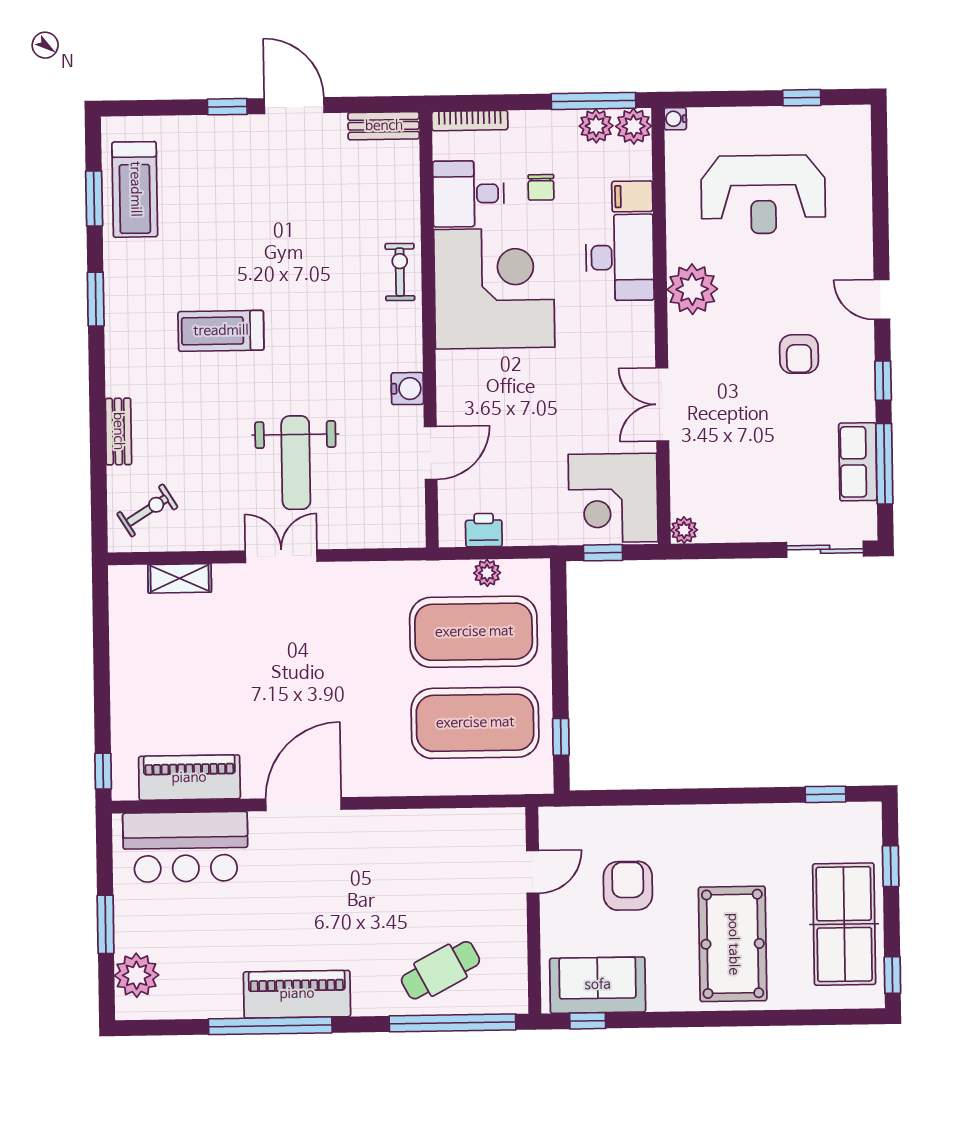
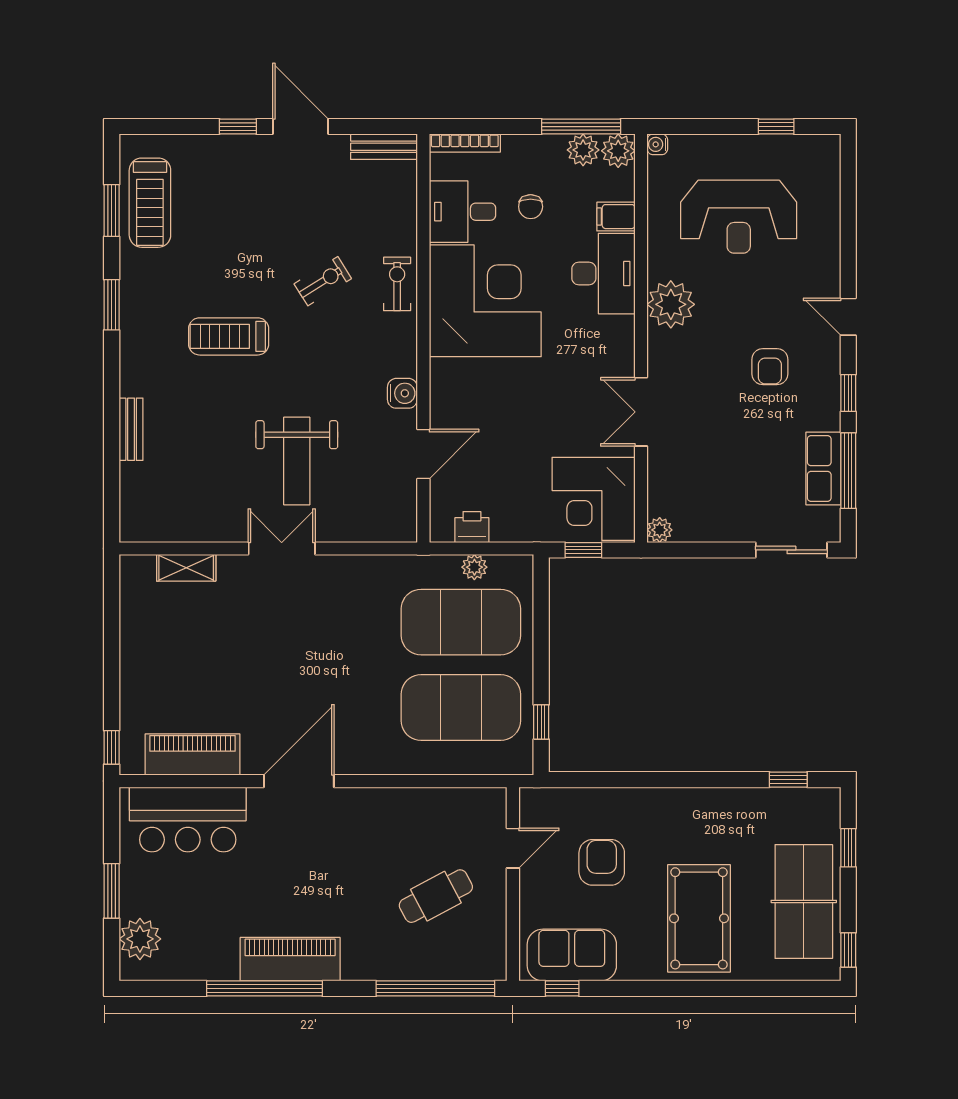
exercise bike: (147, 510) -> (323, 281), moved
cafe table: (440, 970) -> (436, 896), moved

